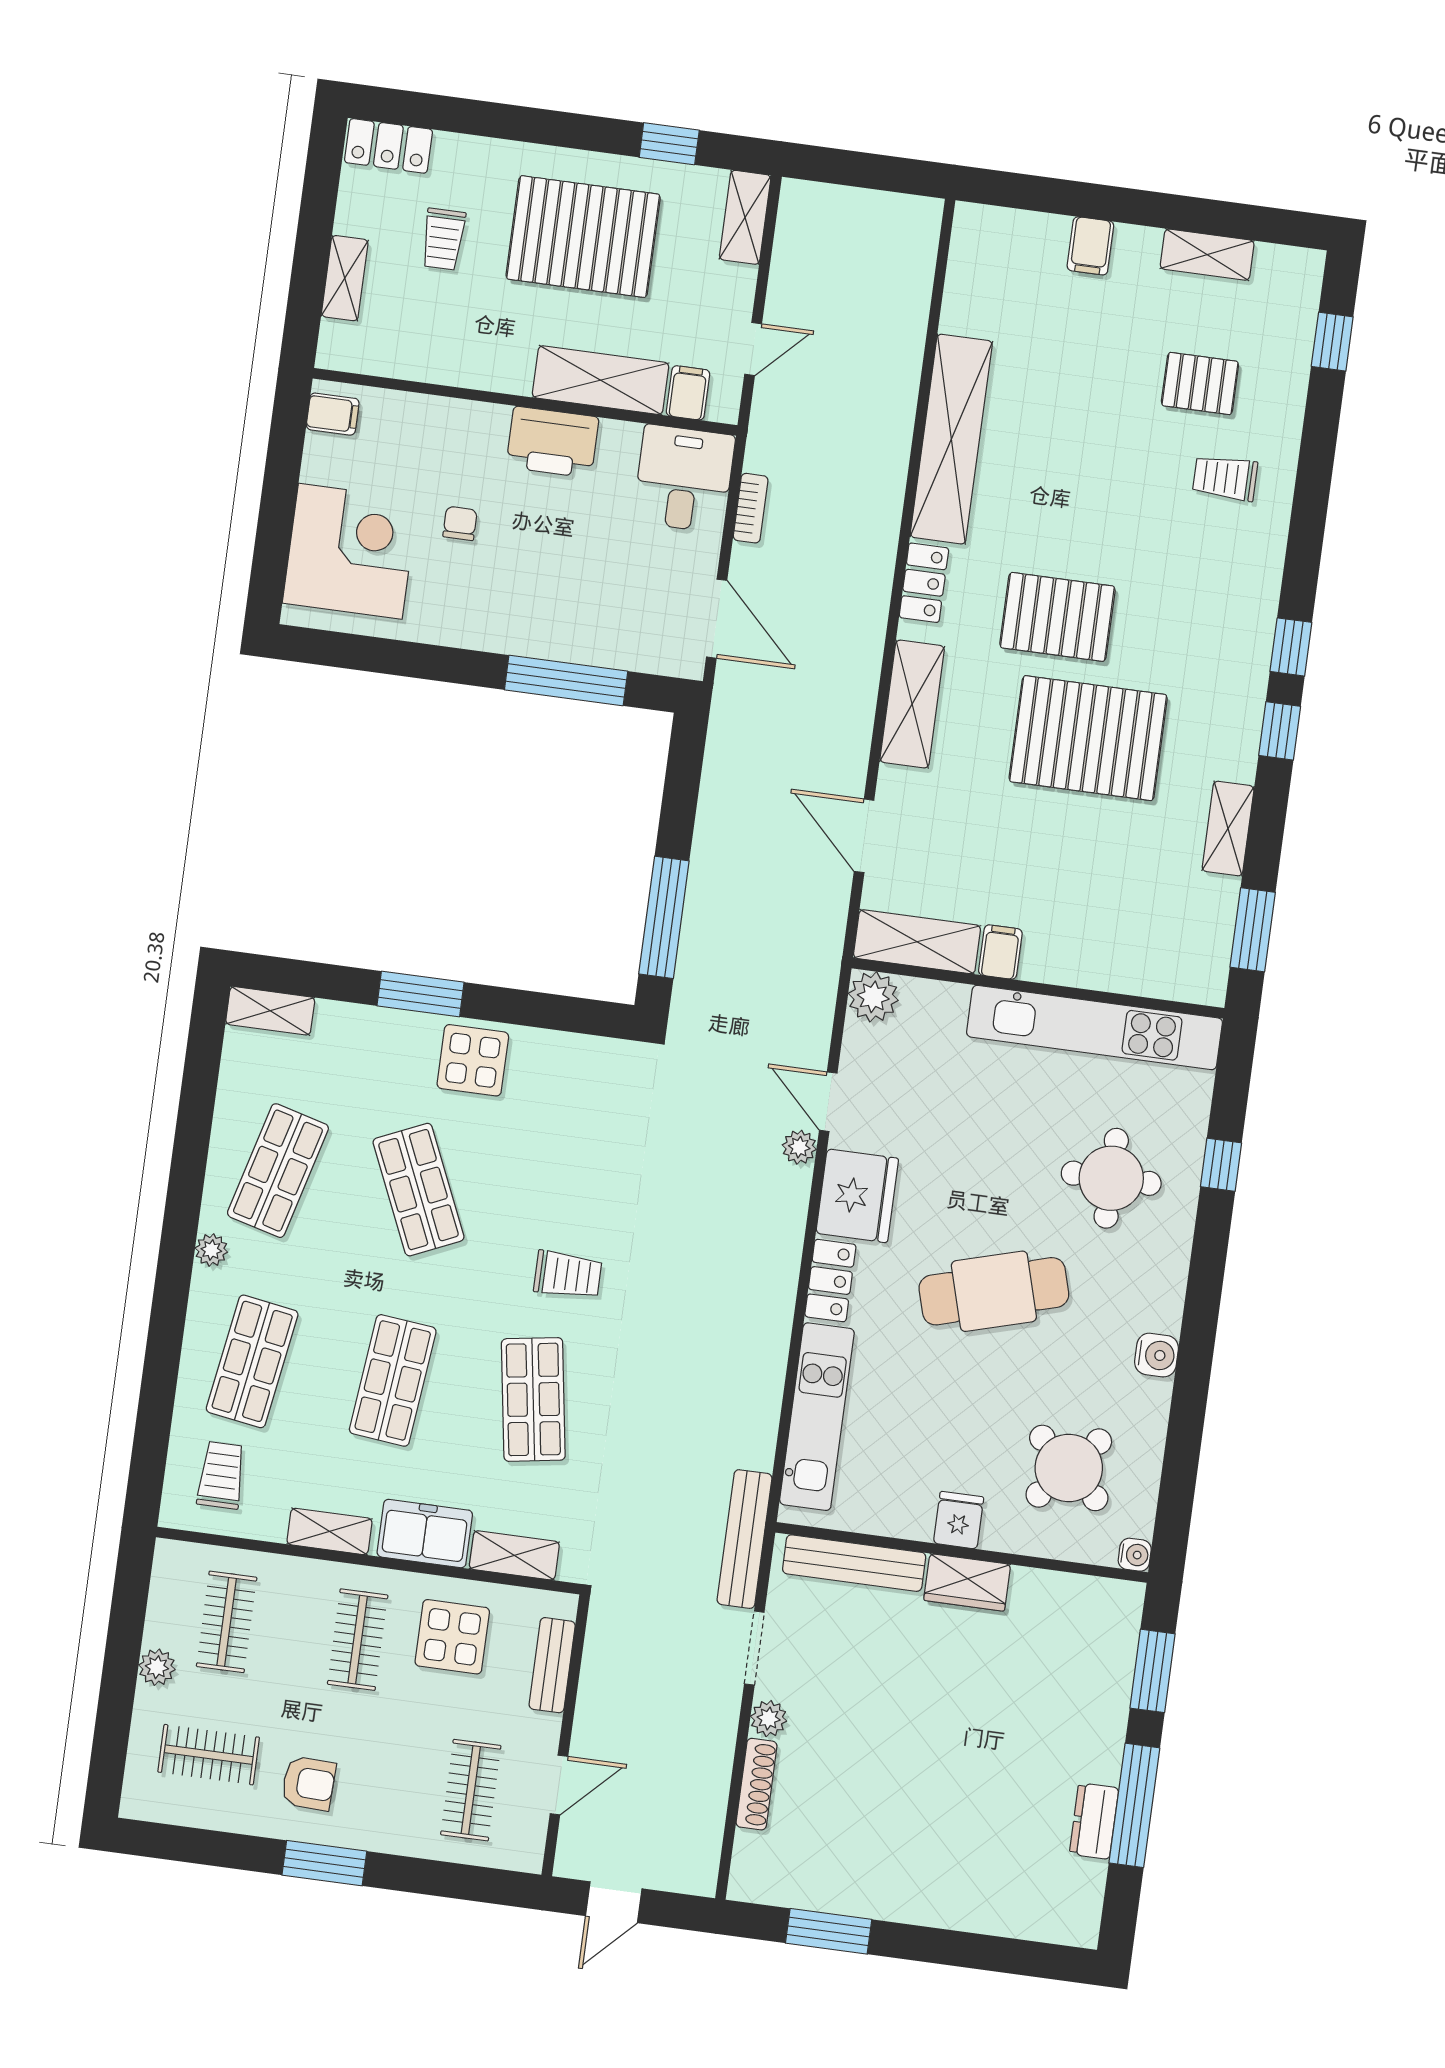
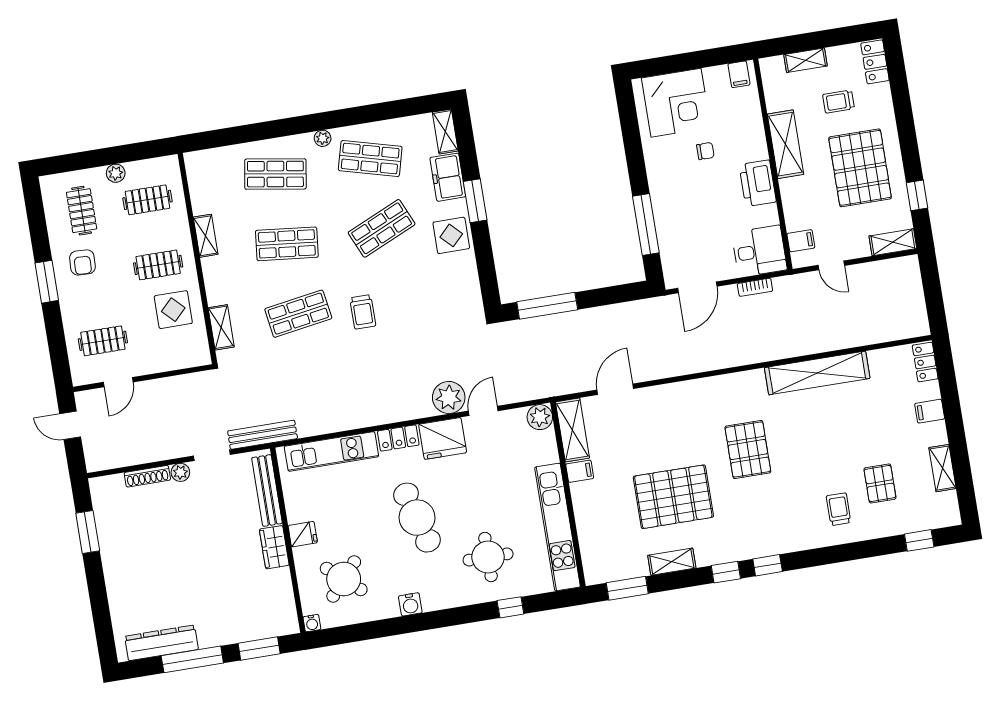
shelving: (601, 380) -> (785, 144), moved
locker: (924, 583) -> (925, 362), moved, turned 90
shelving: (912, 704) -> (685, 393), removed
pallet: (1088, 738) -> (673, 497), moved, turned 90
plant: (799, 1147) -> (449, 397), width x1.87, depth x1.87
trolley: (221, 1475) -> (217, 176), removed
freezer: (425, 1534) -> (448, 177), moved, turned 180
bench: (552, 1665) -> (174, 361), removed
door: (559, 1785) -> (118, 382), hinge flipped
dresser: (1094, 1821) -> (161, 643), width x1.96, depth x1.24

